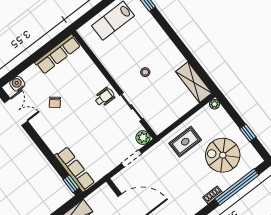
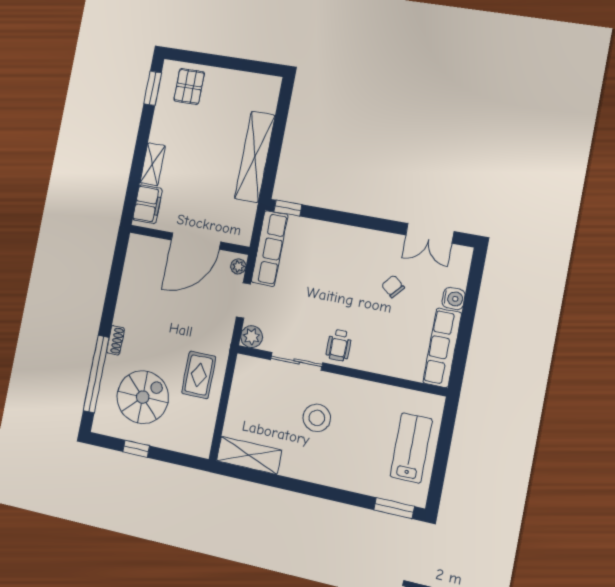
stool: (145, 72) -> (317, 418), width x1.89, depth x1.89
water cooler: (17, 84) -> (454, 299), moved
plant: (214, 104) -> (238, 266), moved
row of seats: (75, 169) -> (270, 248), moved, turned -90

